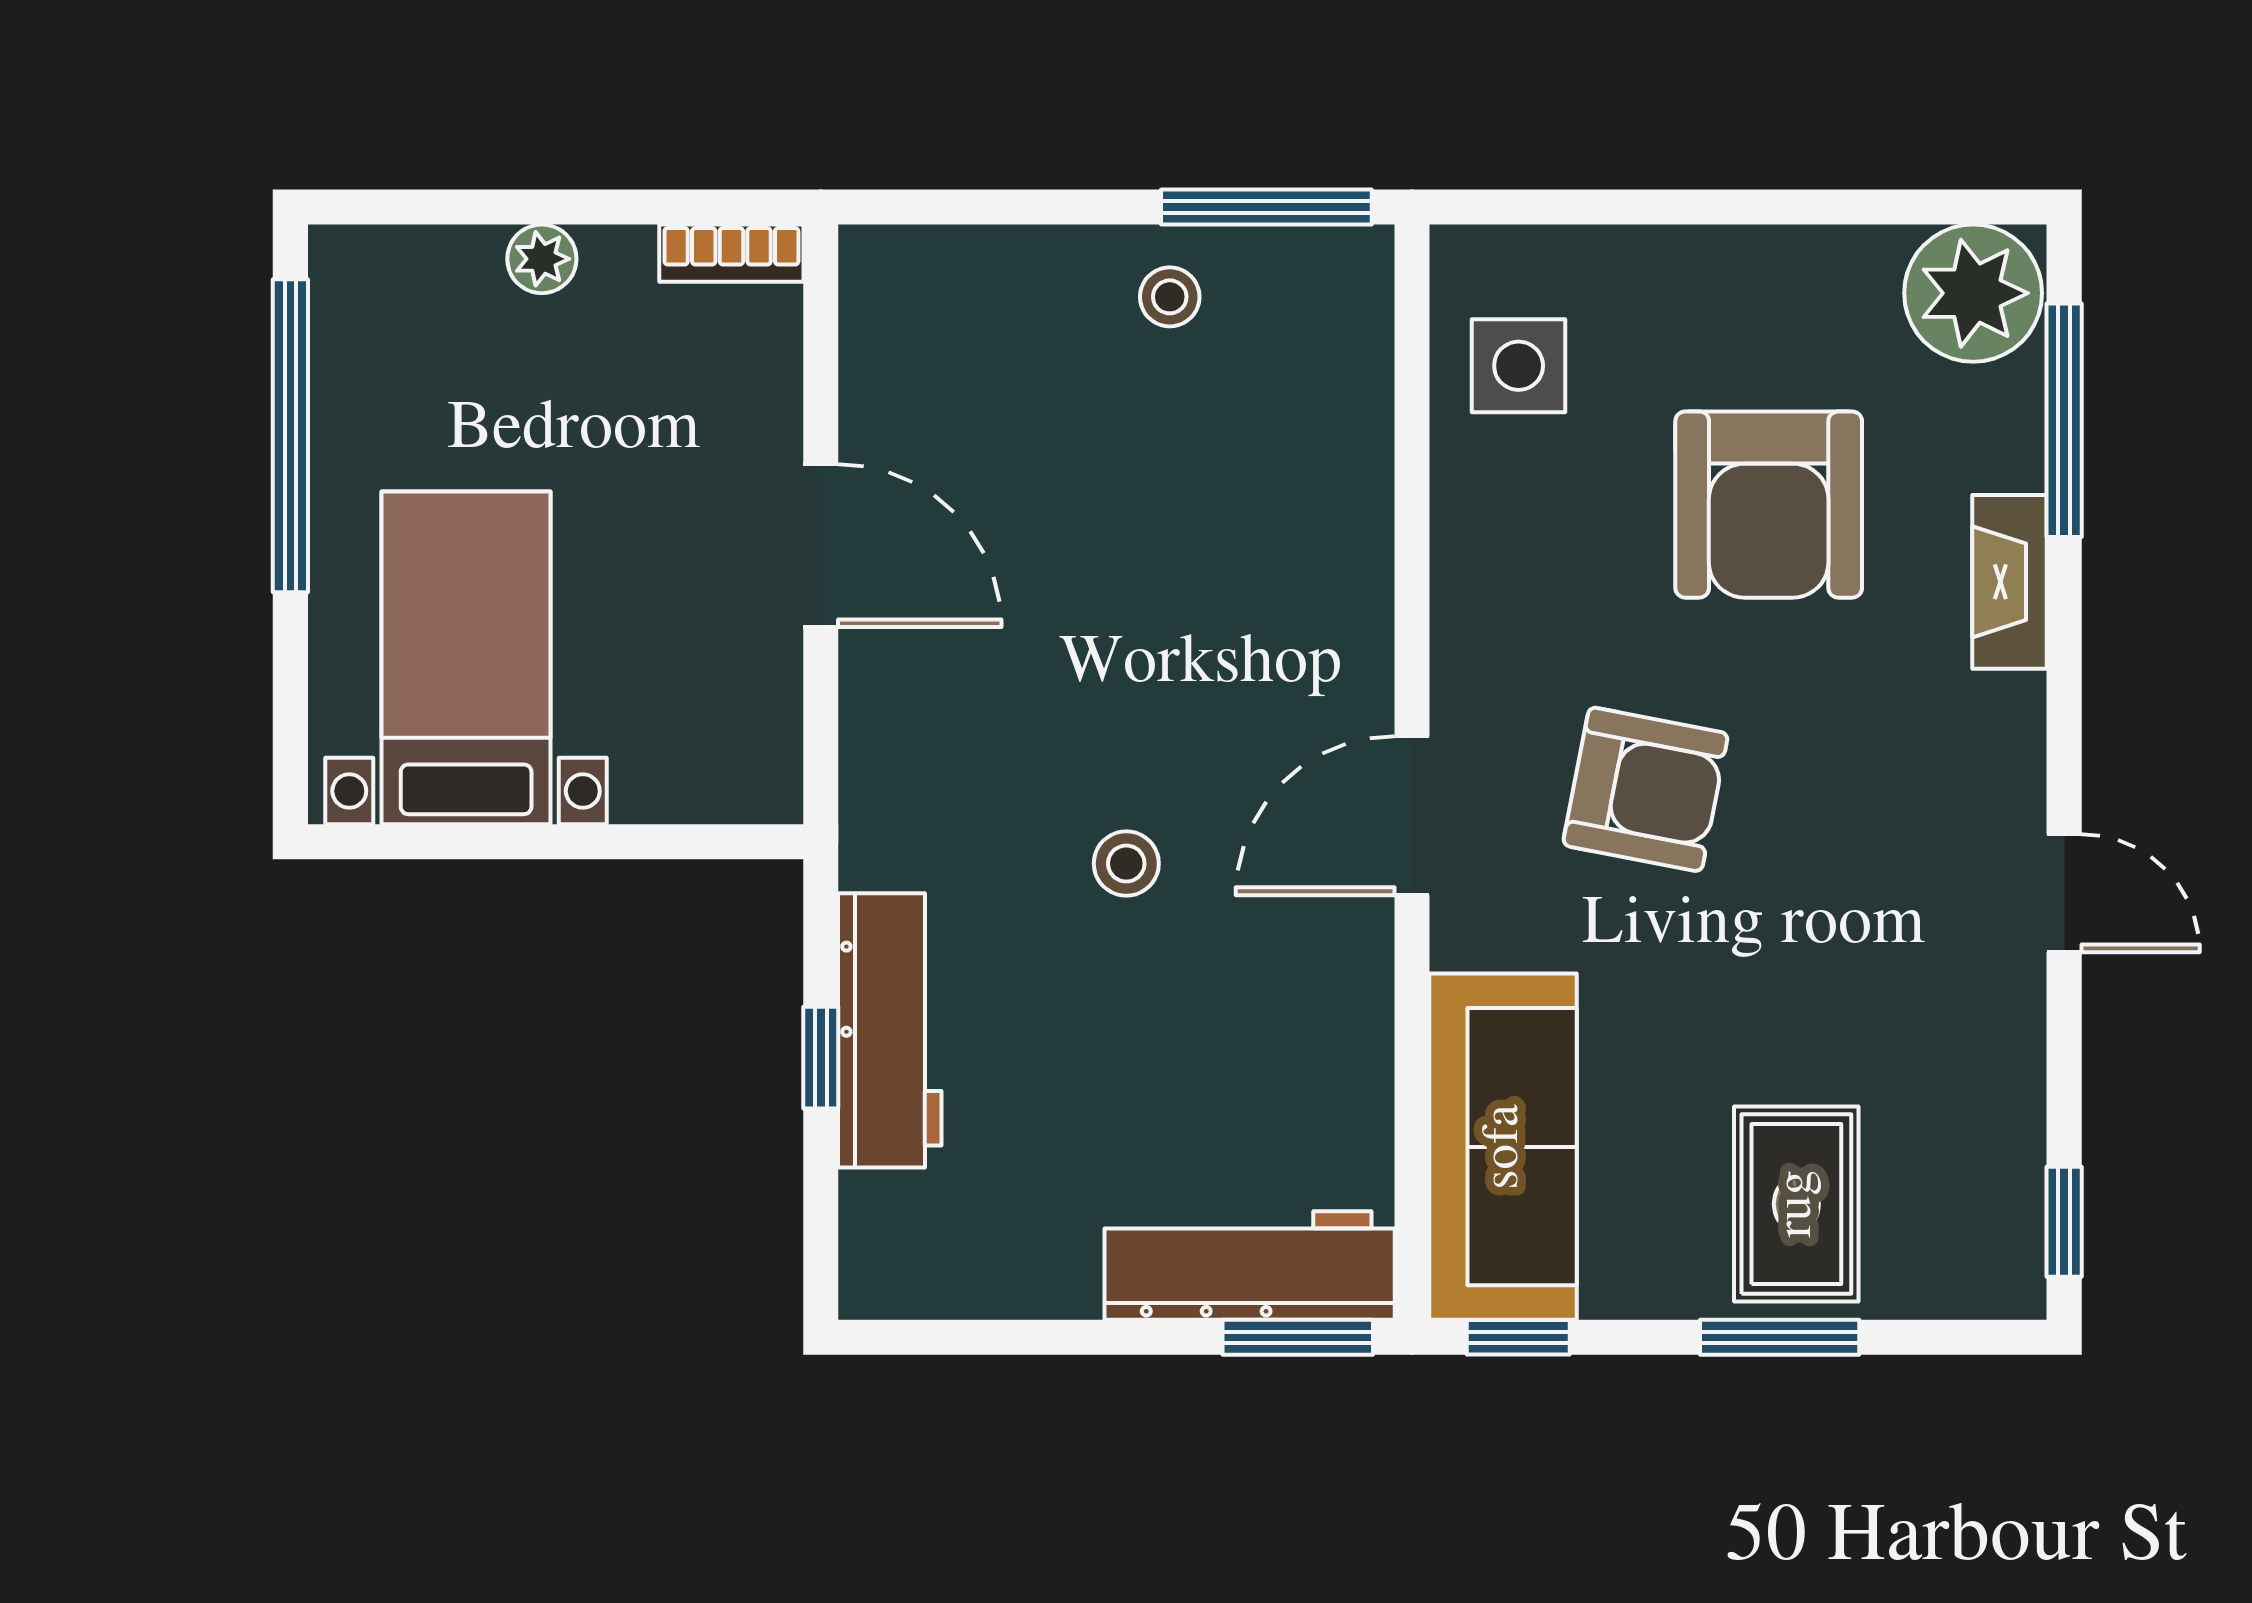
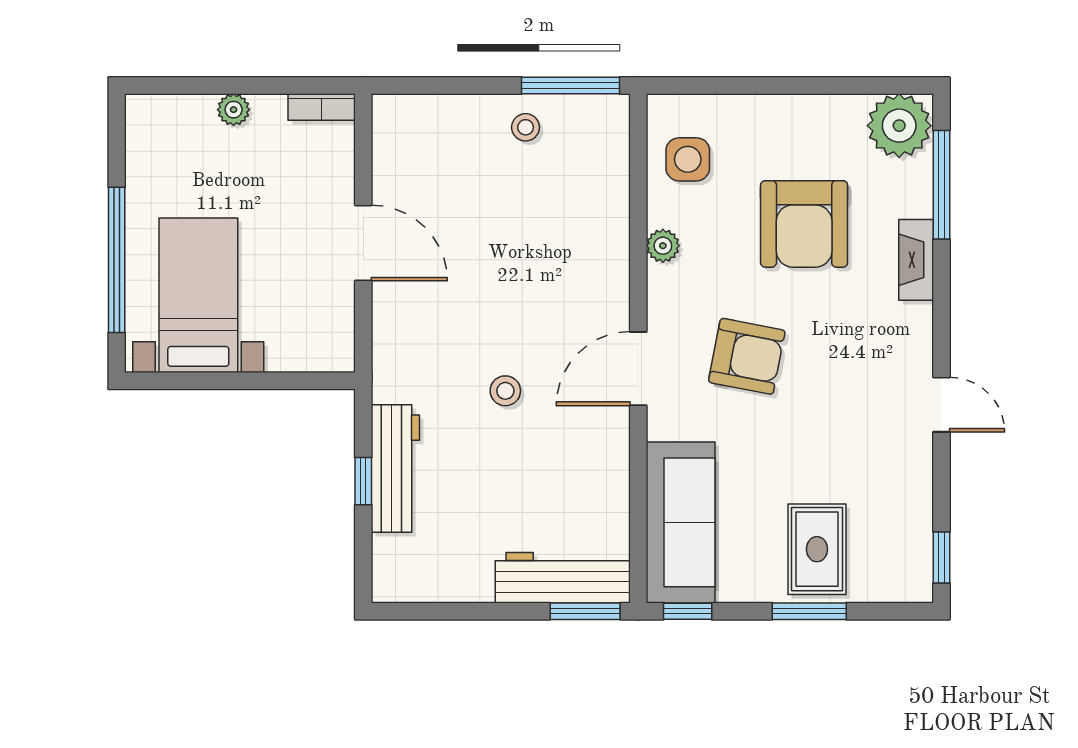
window: (290, 436) -> (117, 260), moved
plant: (1465, 552) -> (663, 246), added

